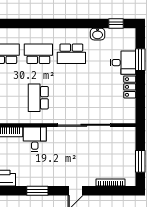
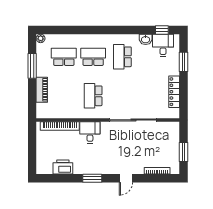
school desk: (71, 54) -> (122, 57), turned 90
desk: (123, 63) -> (163, 45), moved, turned -90
locker: (130, 87) -> (174, 92), width x1.53

